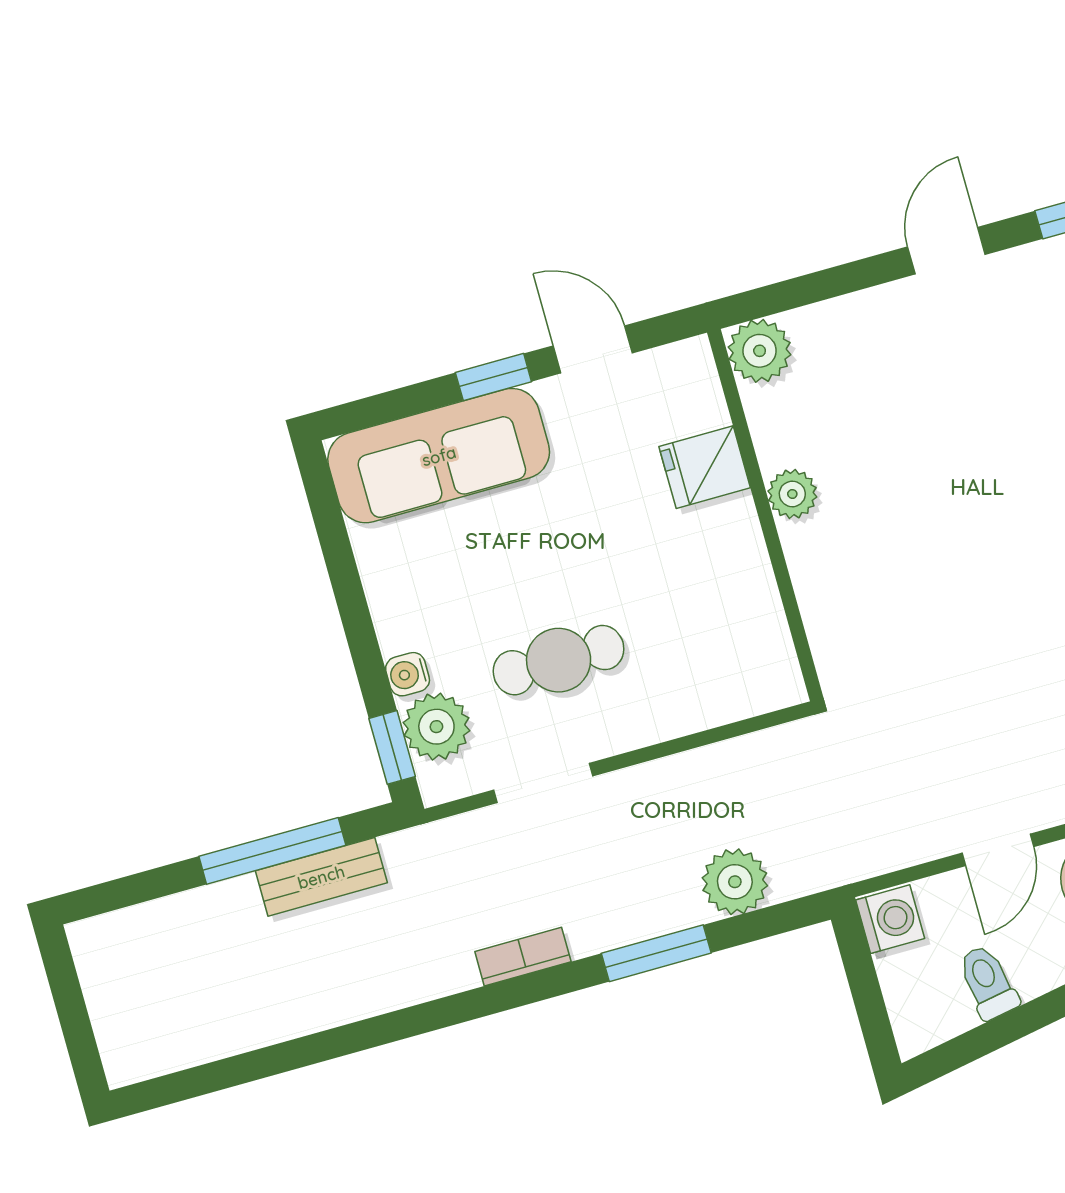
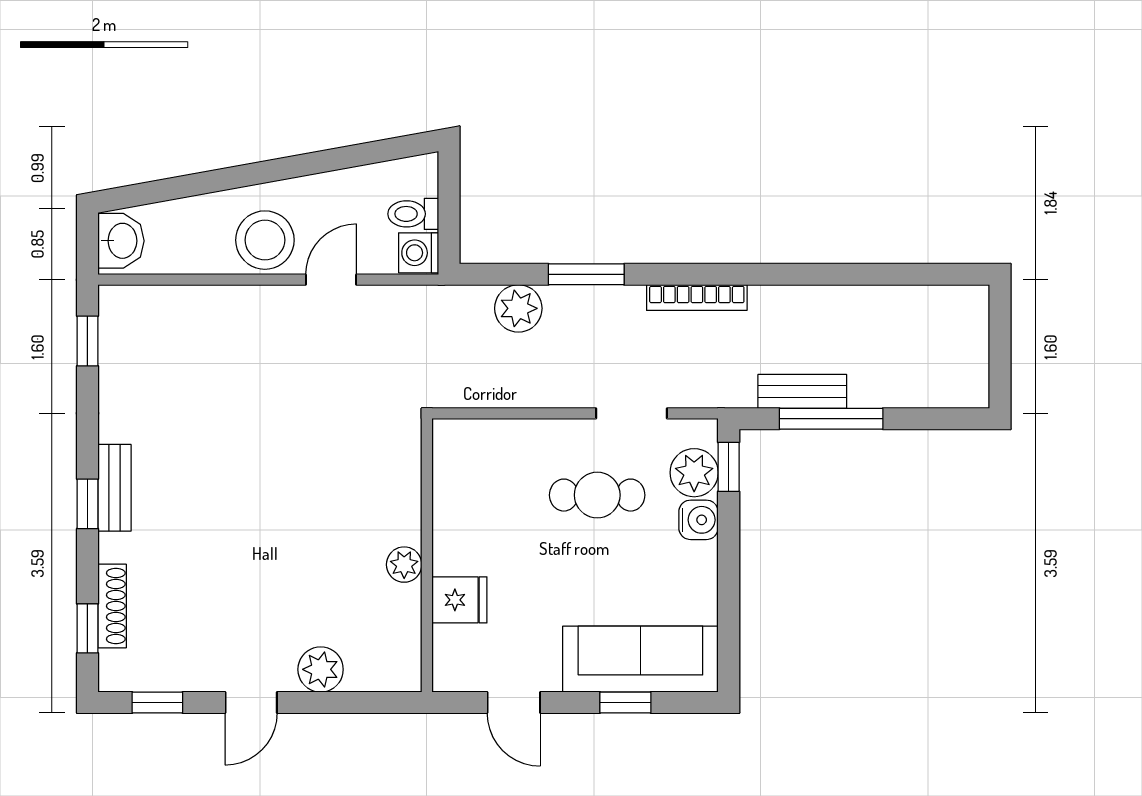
plant: (760, 351) -> (321, 669), moved
window: (493, 377) -> (625, 703), moved
water cooler: (408, 674) -> (698, 520), width x1.38, depth x1.38
bookcase: (523, 957) -> (697, 298), width x1.56
toilet: (988, 982) -> (413, 214), moved, turned 100

